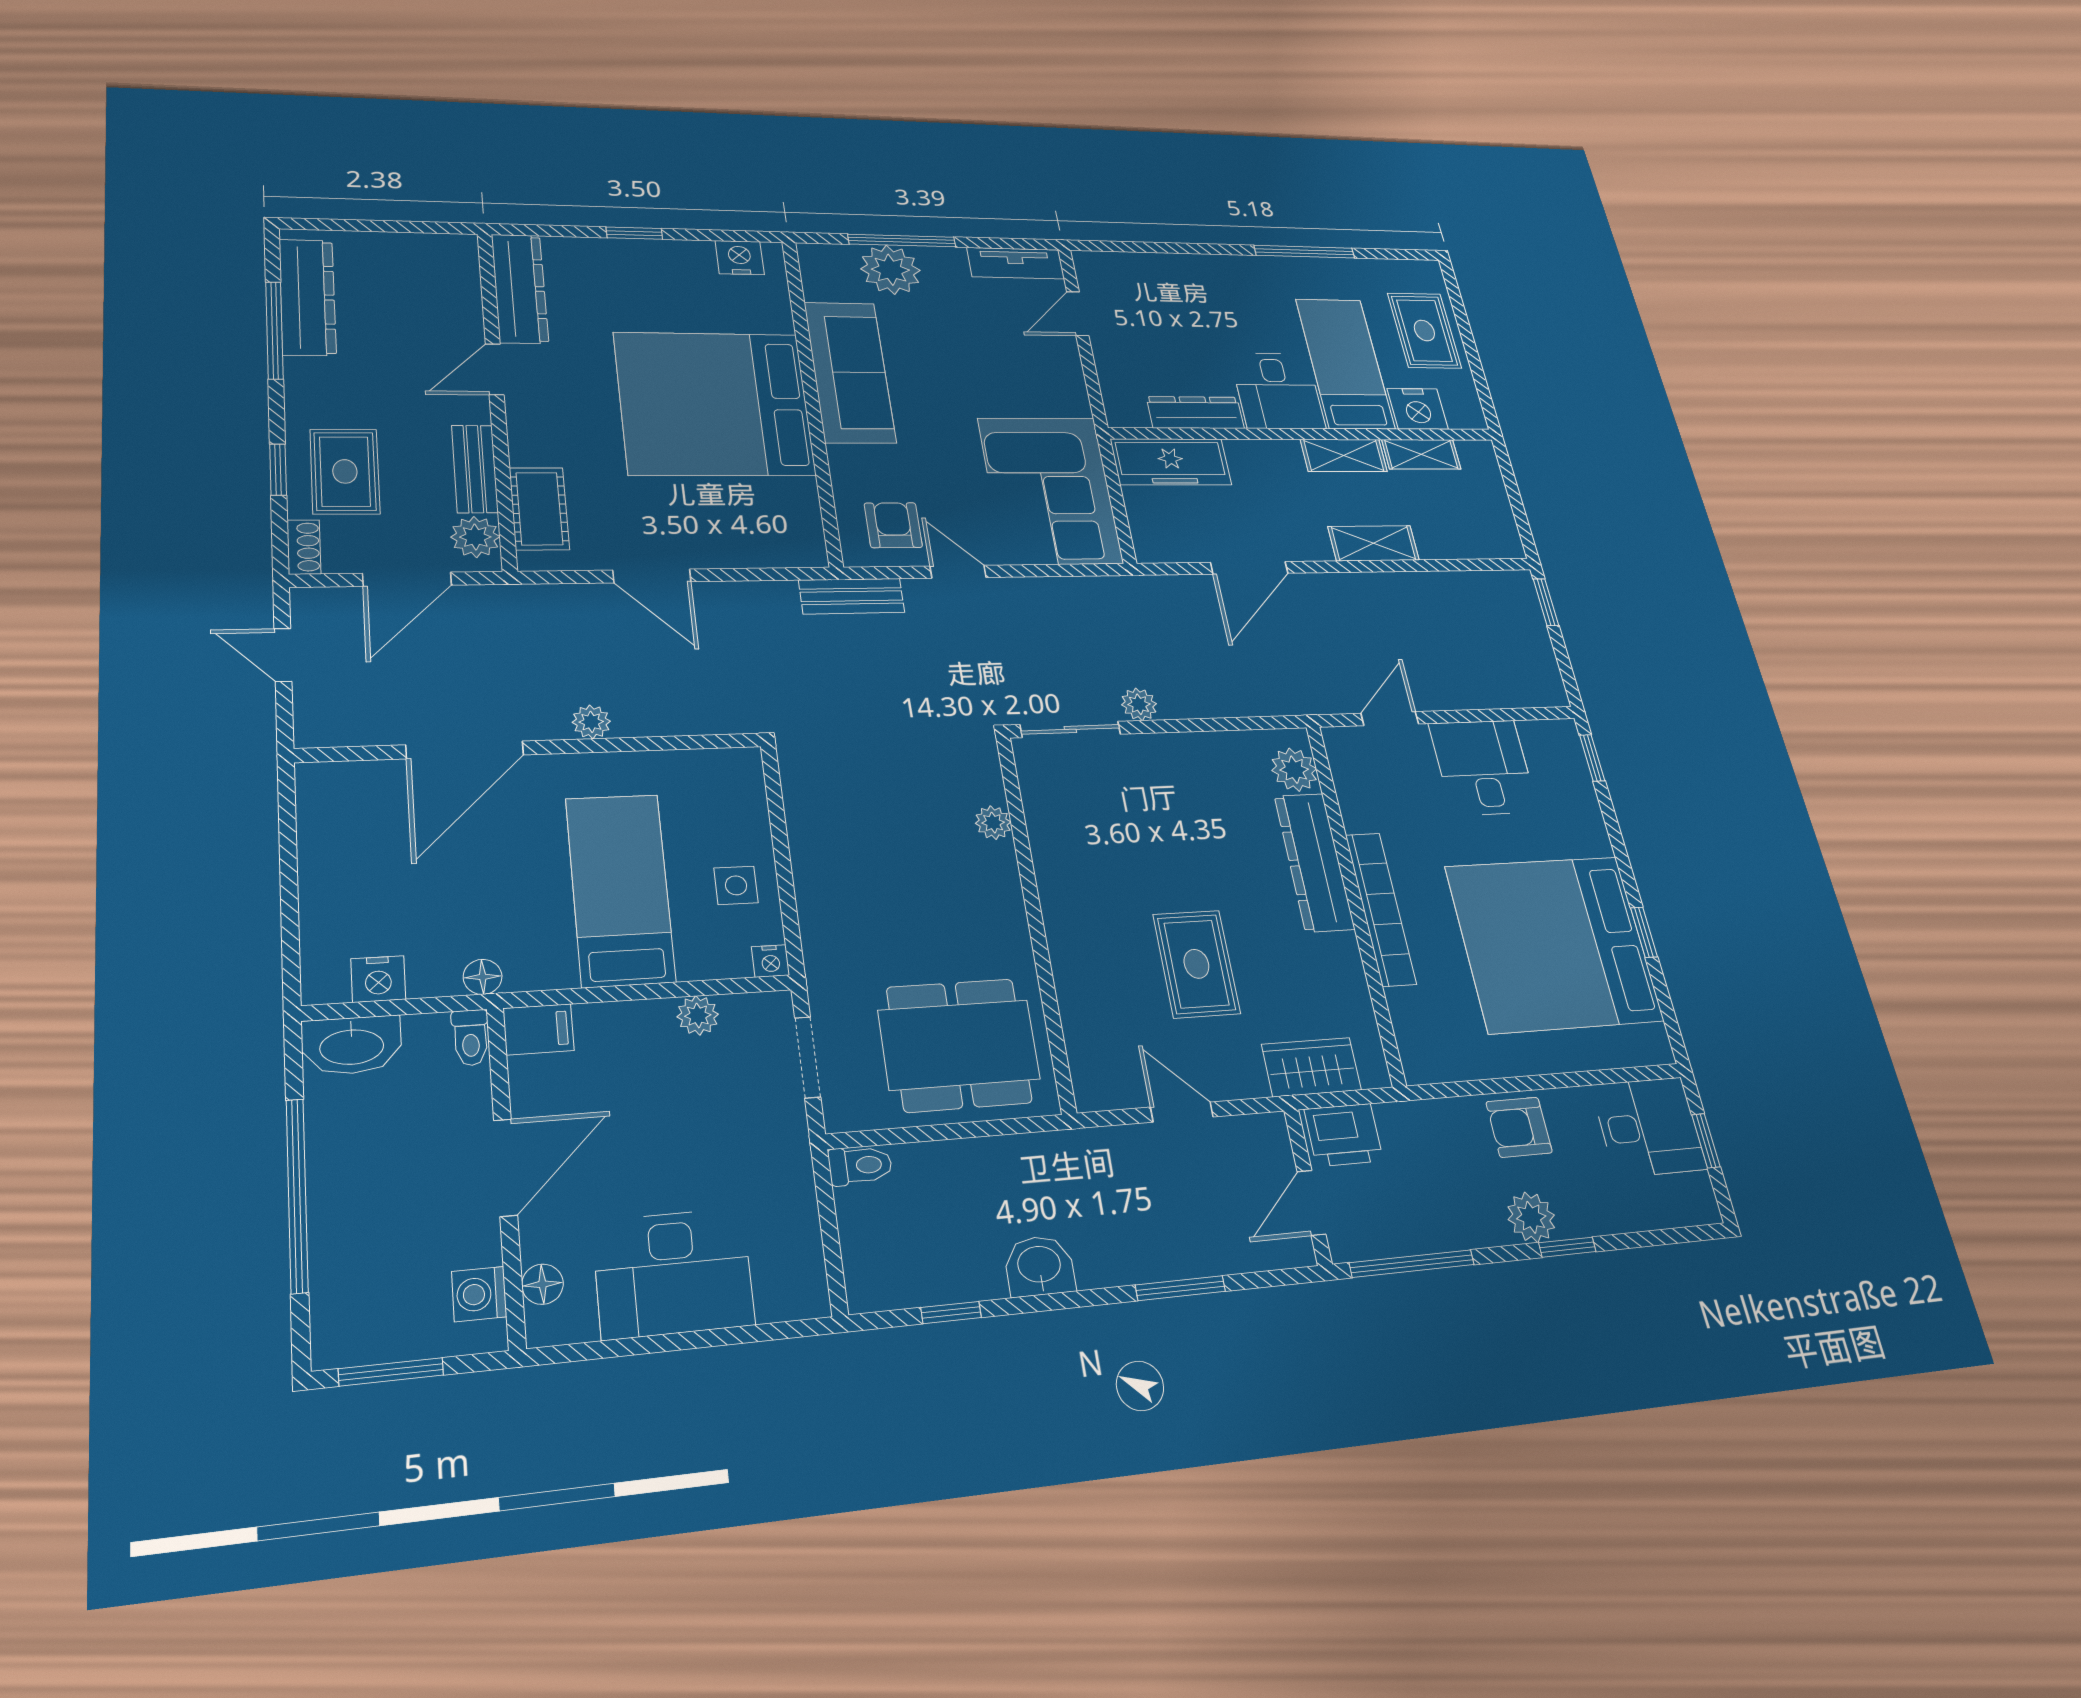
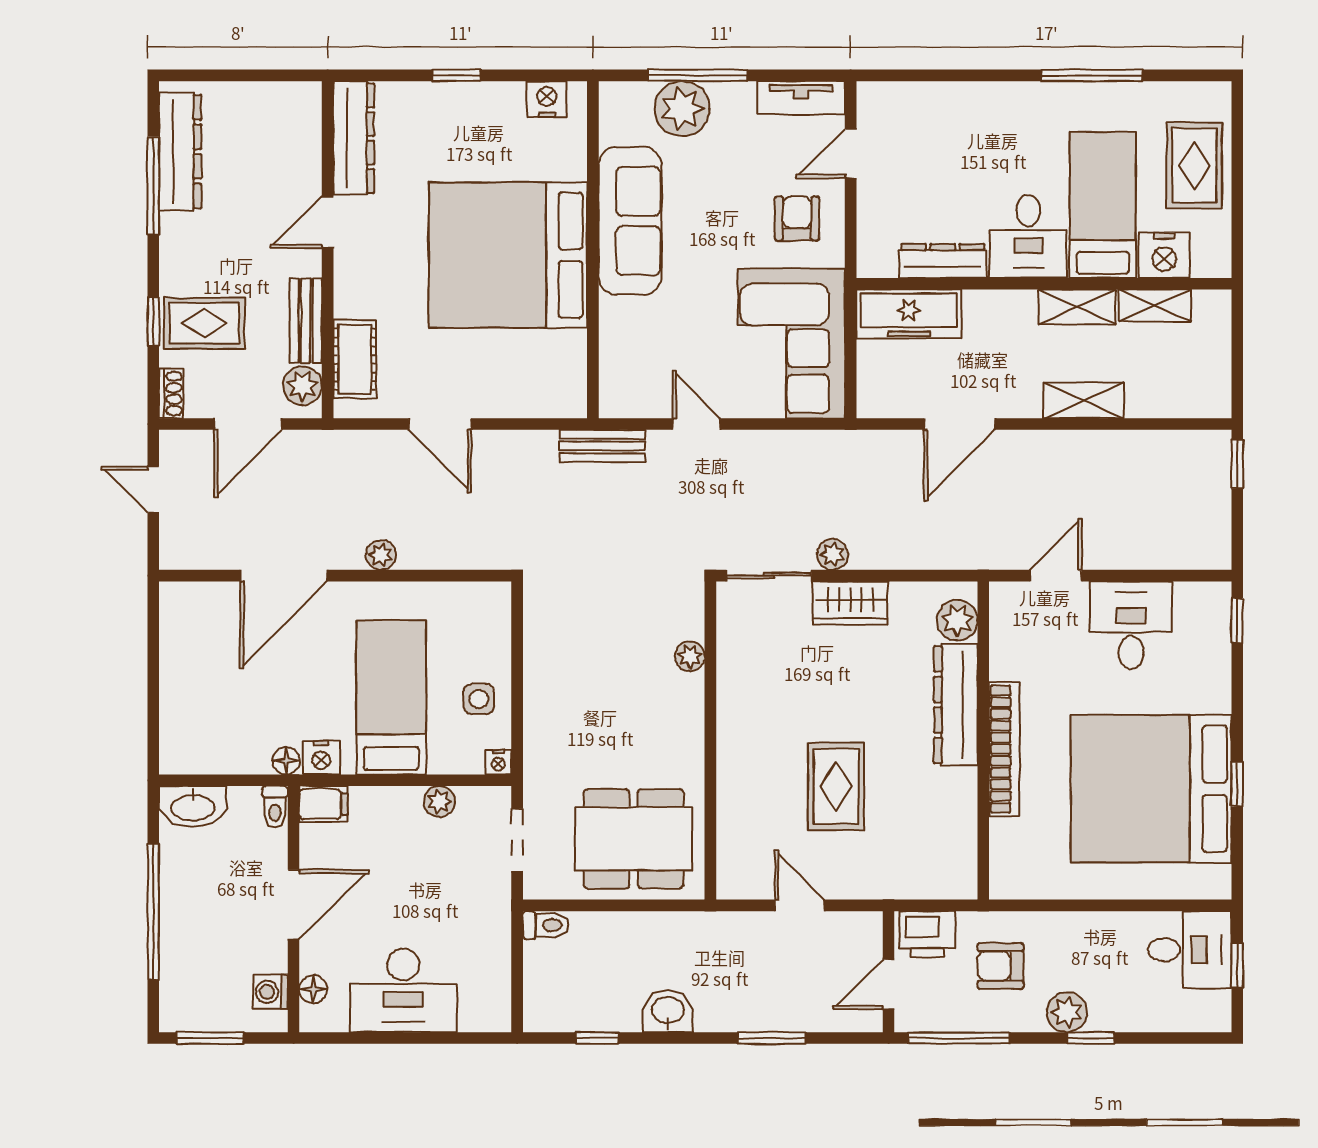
rug: (345, 471) -> (204, 323), turned 90
armchair: (893, 525) -> (797, 219), moved
nightstand: (378, 979) -> (321, 758), moved
wardrobe: (1311, 1067) -> (850, 603), moved, turned 180
armchair: (1519, 1127) -> (1000, 966), moved

